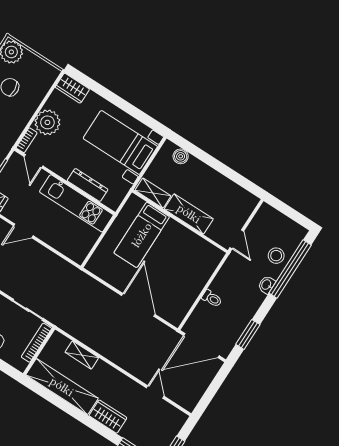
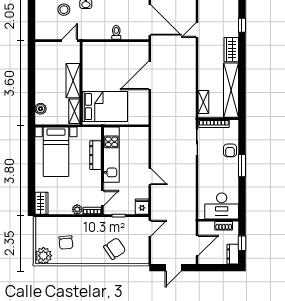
plant: (47, 122) -> (77, 209), width x0.53, depth x0.53
bed: (142, 235) -> (105, 107), width x1.50
shelving: (82, 355) -> (203, 102), moved

